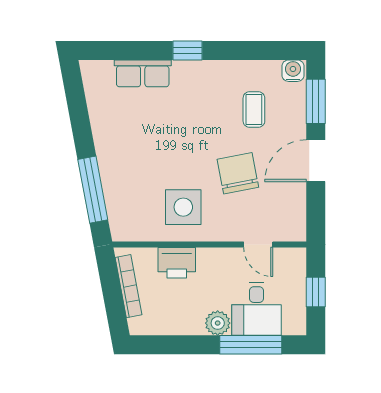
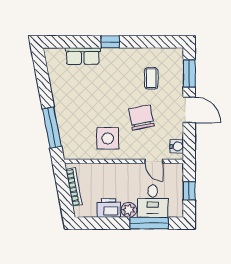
water cooler: (293, 71) -> (177, 146), moved, turned 90
door: (316, 161) -> (189, 110), swing flipped
printer: (177, 263) -> (109, 208), moved, turned 180

